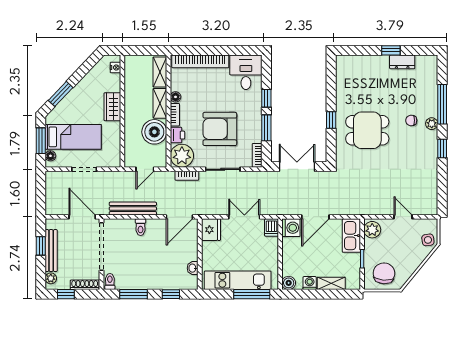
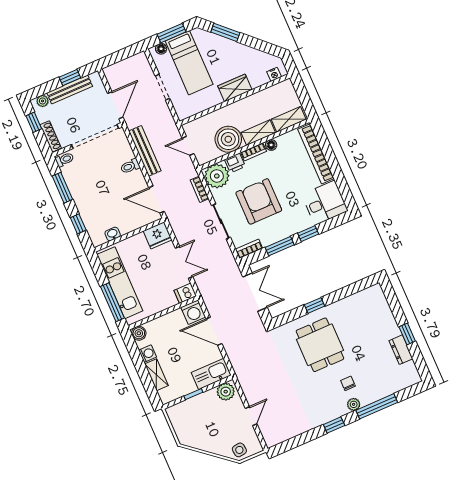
chair: (384, 273) -> (188, 422), removed

